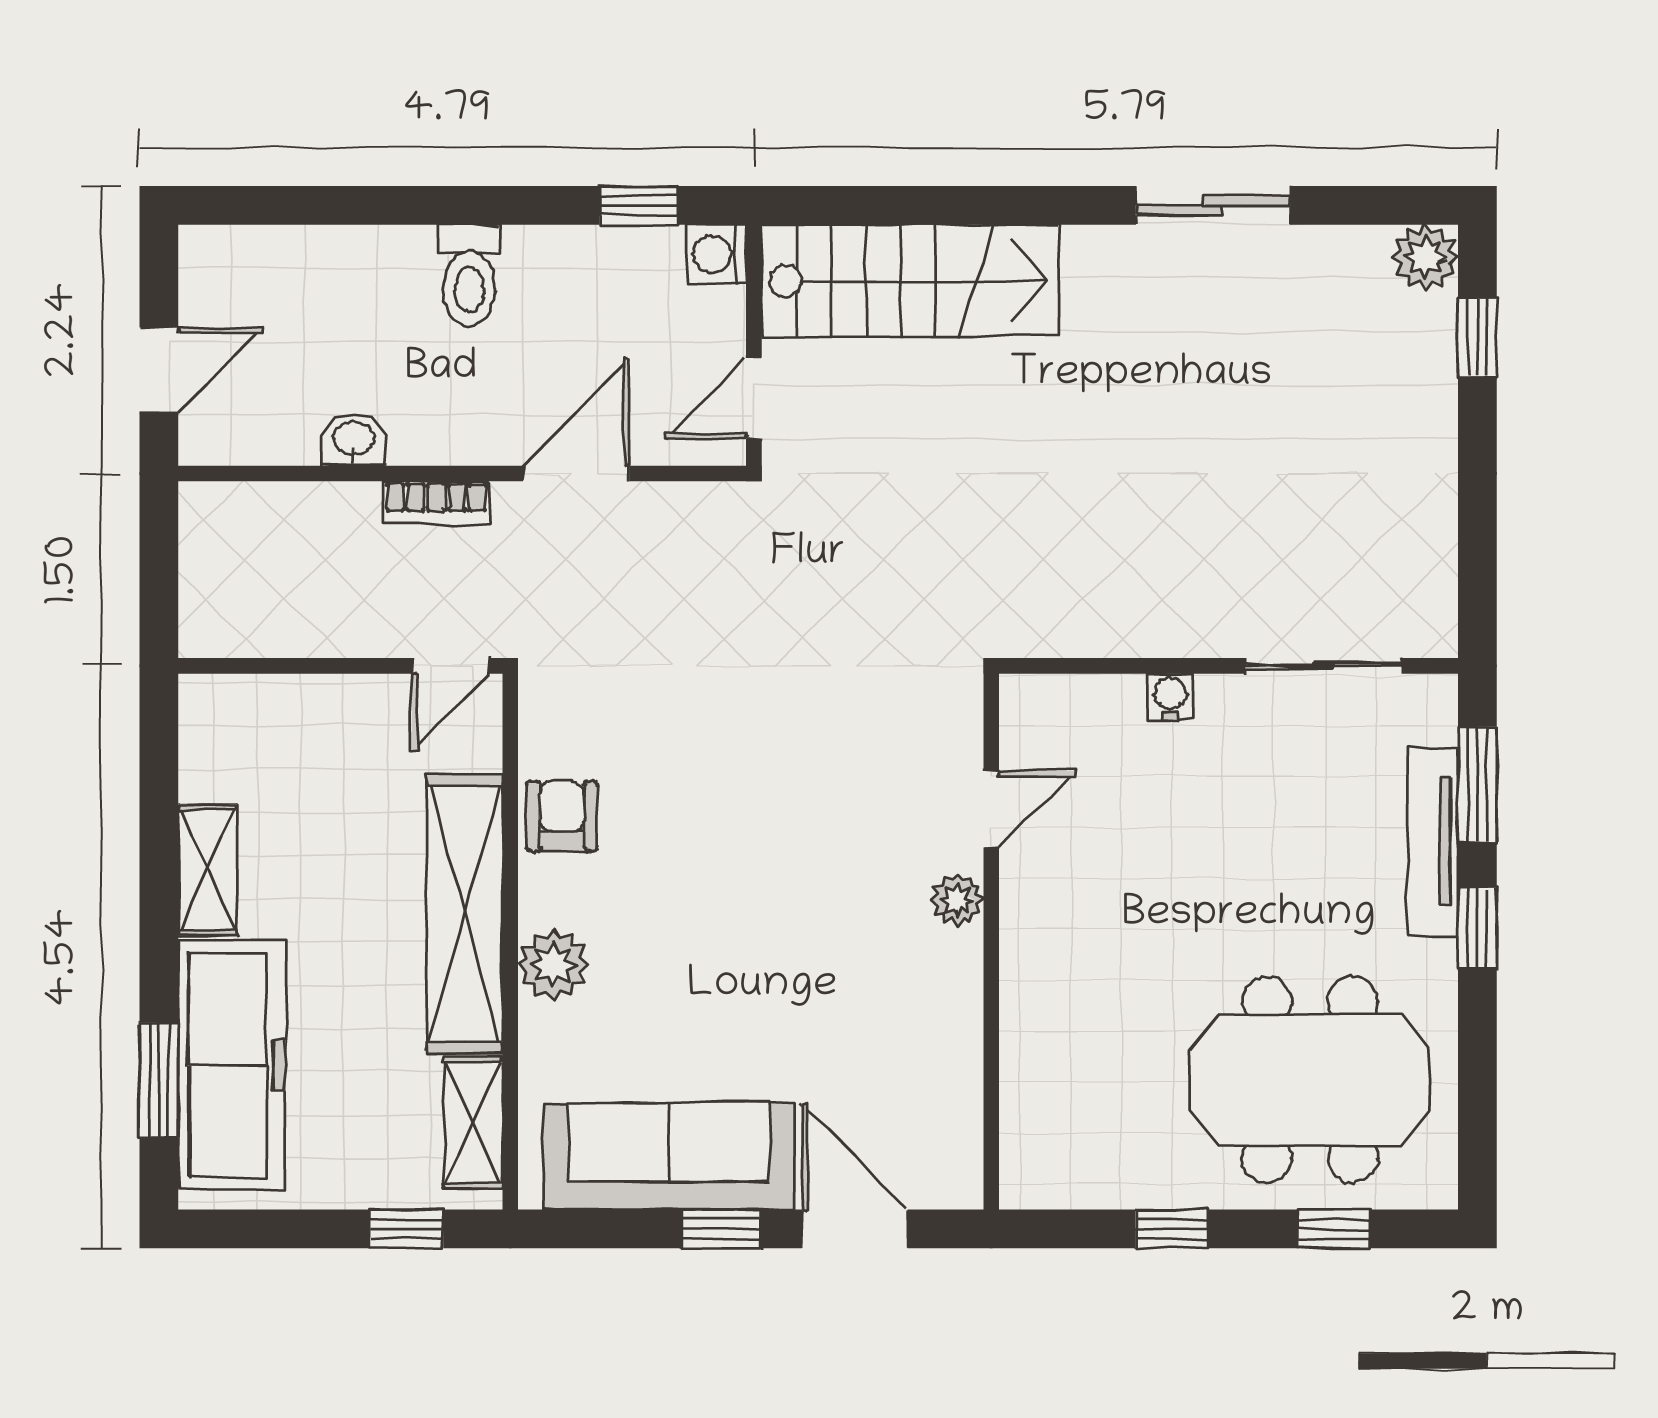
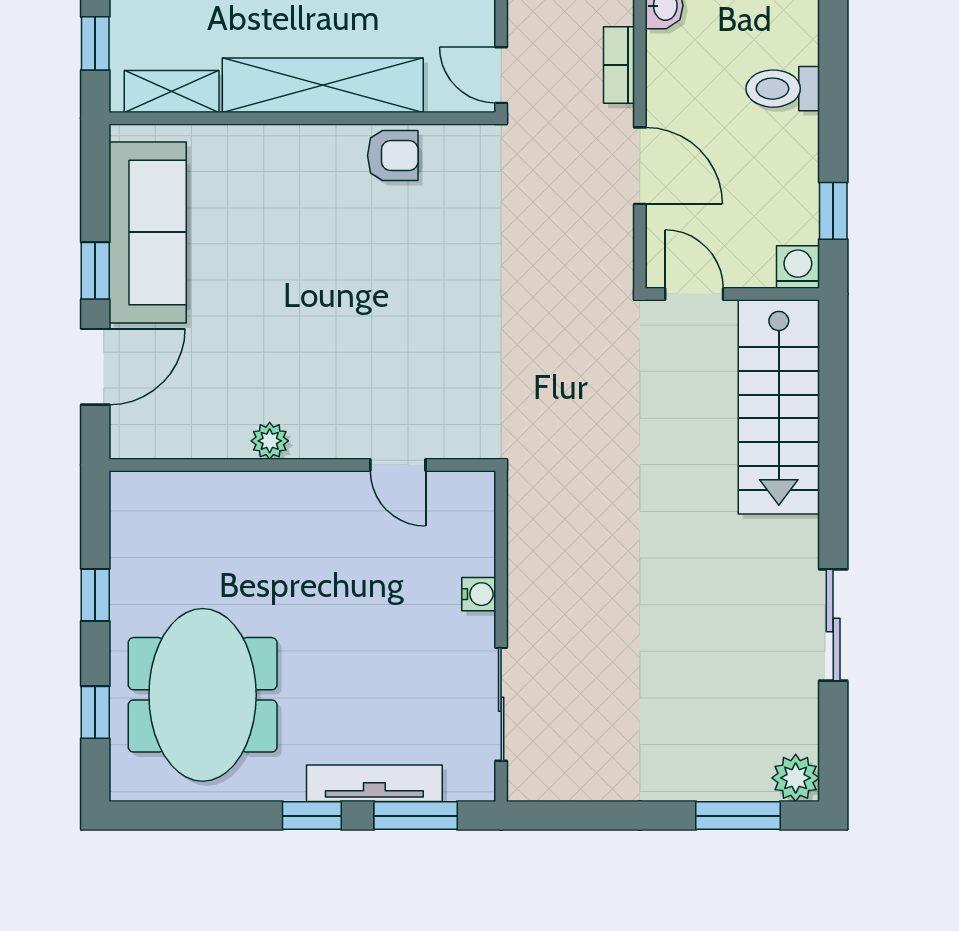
window: (1477, 337) -> (738, 816), width x1.50
plant: (958, 900) -> (270, 441), moved
plant: (553, 965) -> (286, 149), removed

